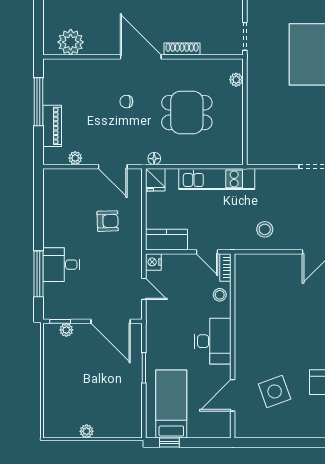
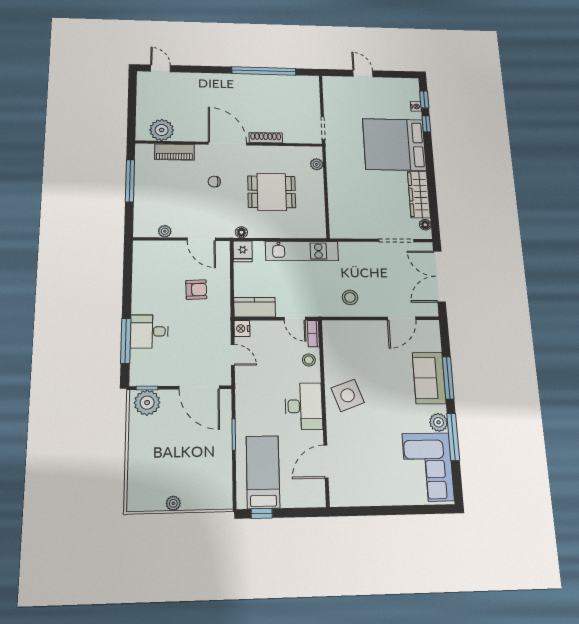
piano: (52, 126) -> (174, 152), moved, turned 90
plant: (66, 330) -> (147, 403), width x1.88, depth x1.88
side table: (275, 391) -> (348, 395), moved

